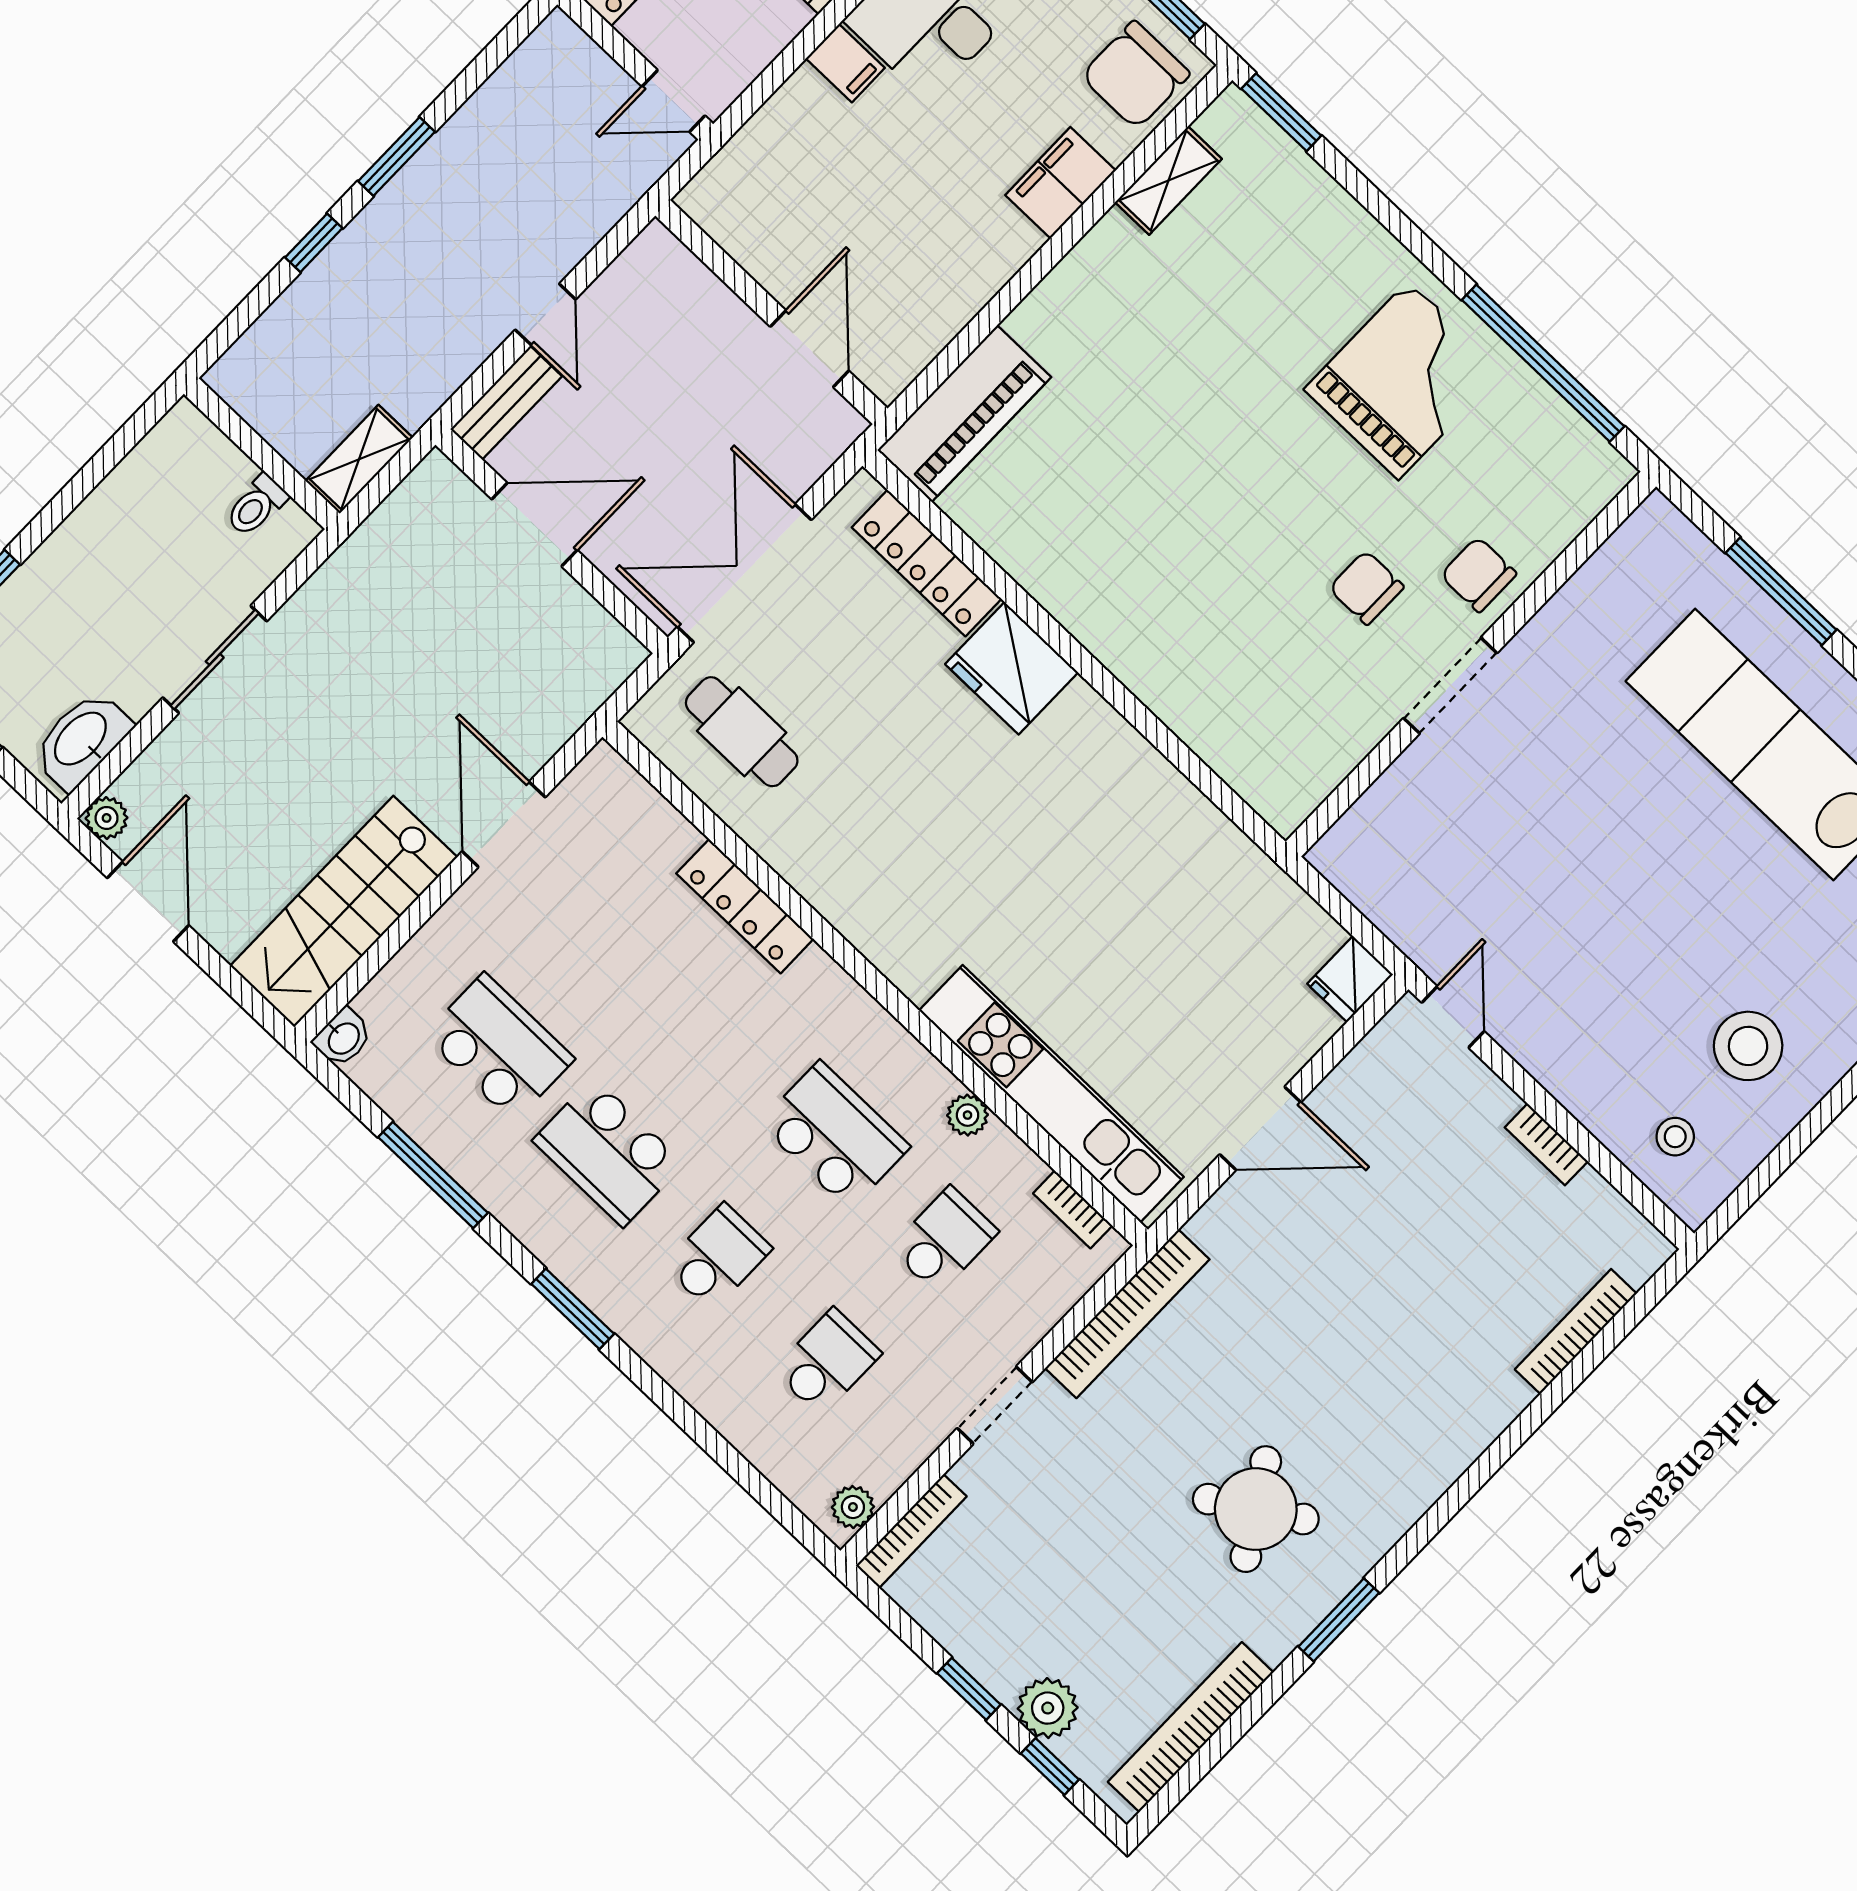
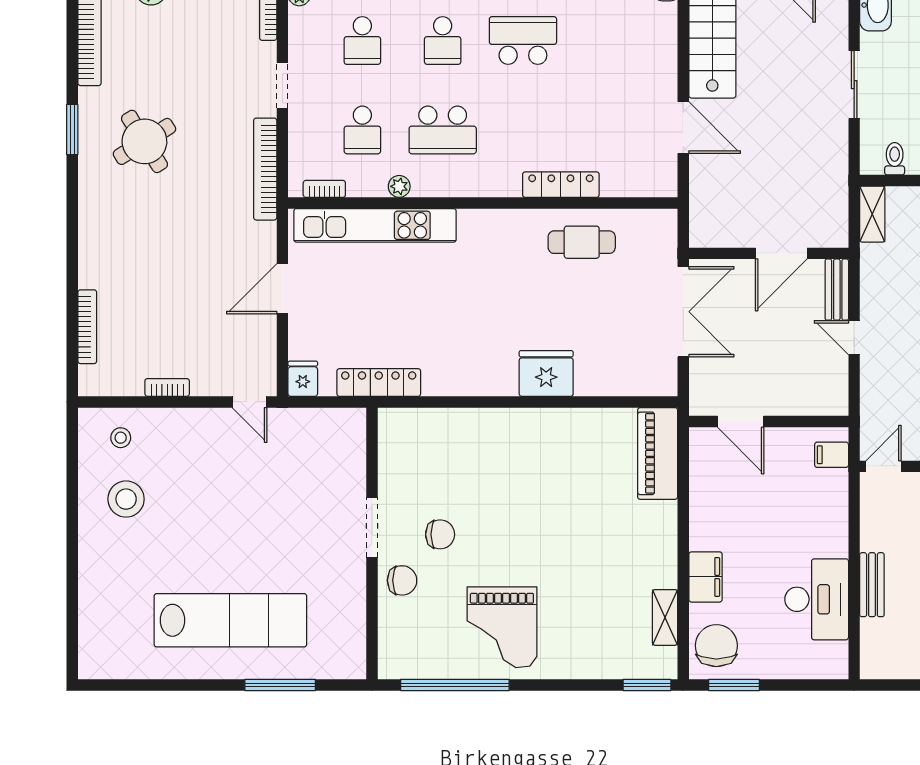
filing cabinet: (845, 63) -> (832, 455), moved
locker: (927, 563) -> (379, 382), moved
cafe table: (742, 732) -> (582, 242), moved
school desk: (499, 1047) -> (603, 41), removed

